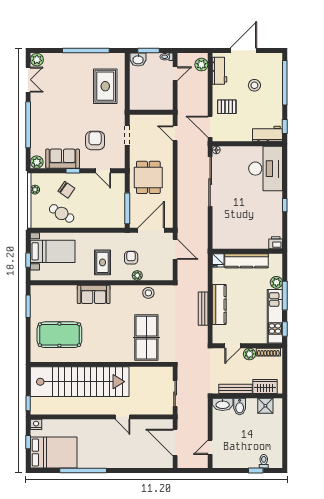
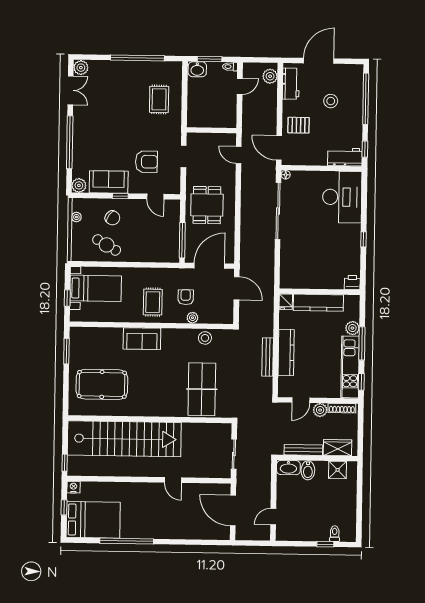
rug: (105, 86) -> (159, 99), width x0.73, depth x0.70
armchair: (95, 141) -> (146, 162), turned 90

